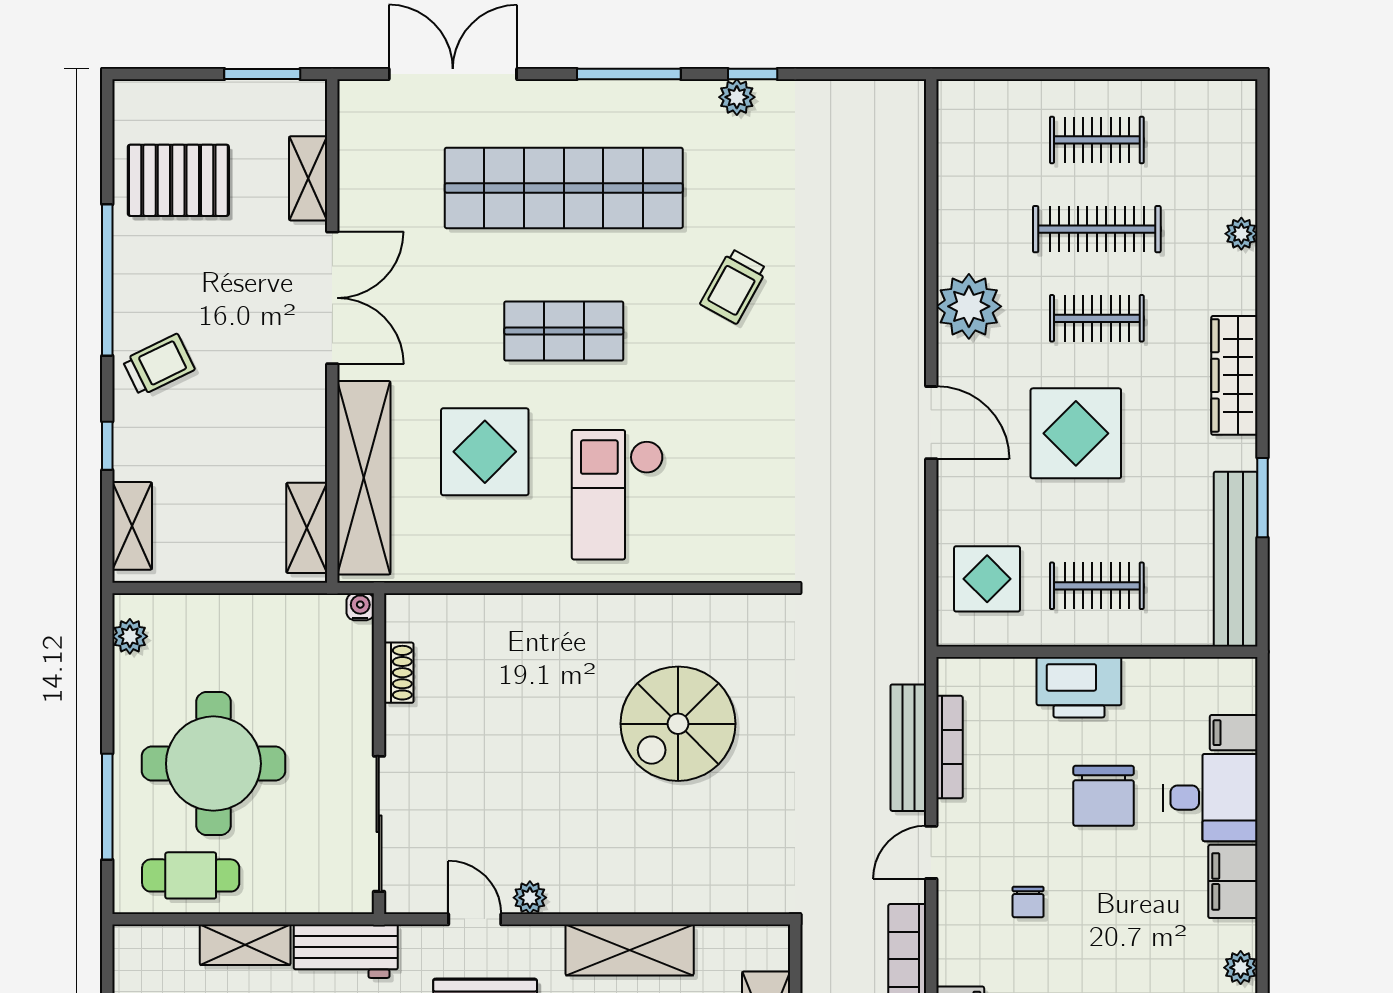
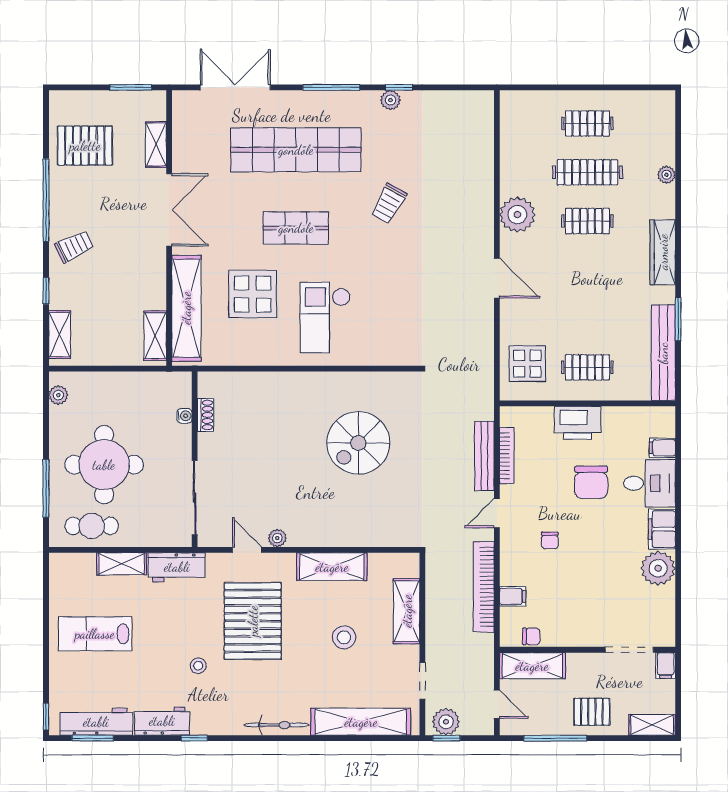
display table: (1076, 433) -> (576, 284), removed
water cooler: (360, 607) -> (184, 416), moved, turned 90
plant: (1241, 968) -> (658, 568), width x1.88, depth x1.88

